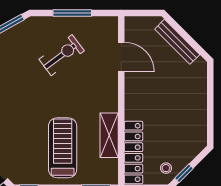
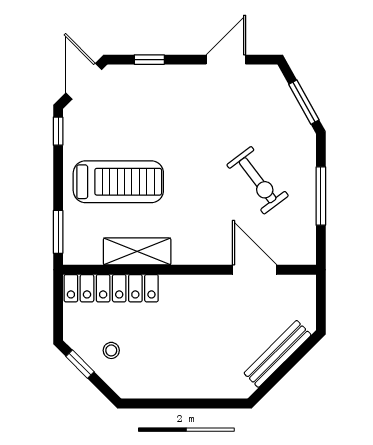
door: (121, 57) -> (255, 270), swing flipped
stool: (166, 168) -> (111, 350), moved

